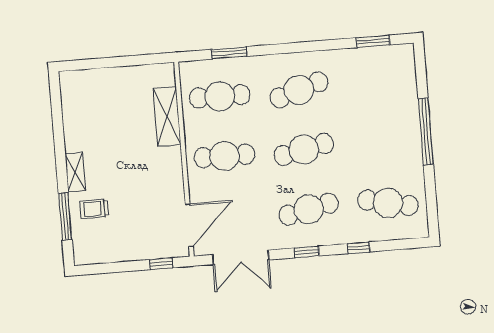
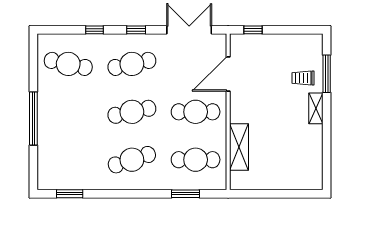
trolley: (94, 209) -> (303, 78), turned 180
door: (189, 225) -> (228, 74), moved

